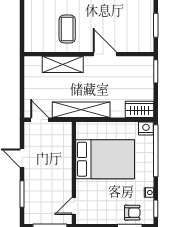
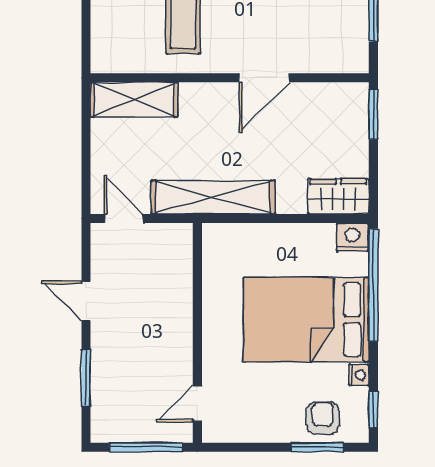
door: (105, 54) -> (264, 78), swing flipped
shelving: (63, 64) -> (134, 100), moved
bed: (105, 159) -> (306, 320), moved, turned 180
armchair: (132, 213) -> (323, 418), turned -90

